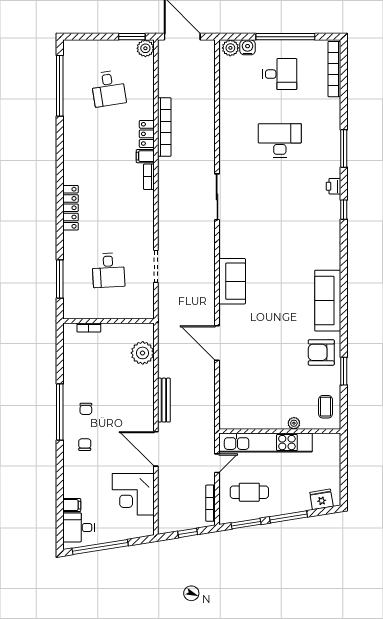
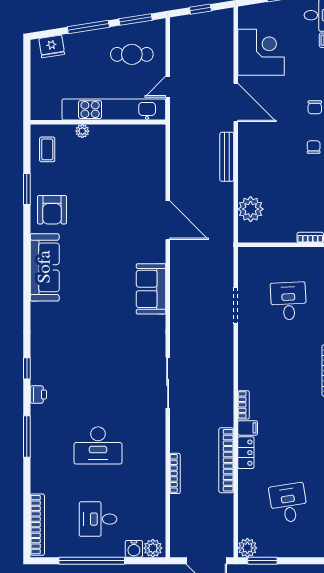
armchair: (321, 352) -> (52, 210), turned 90
bookcase: (211, 503) -> (175, 473), moved

